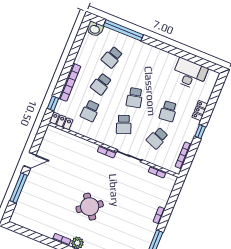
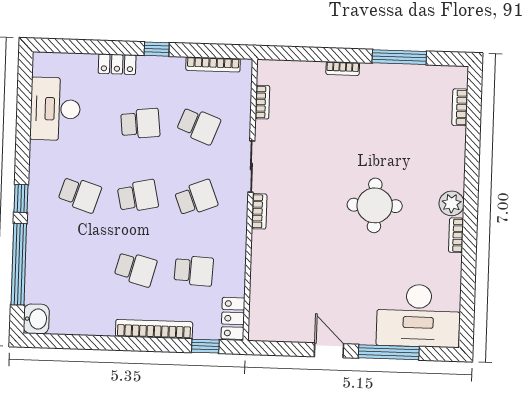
window: (154, 43) -> (21, 198), added
school desk: (112, 57) -> (80, 194), moved
round table: (90, 207) -> (375, 205), turned 36
desk: (31, 208) -> (418, 316), added

